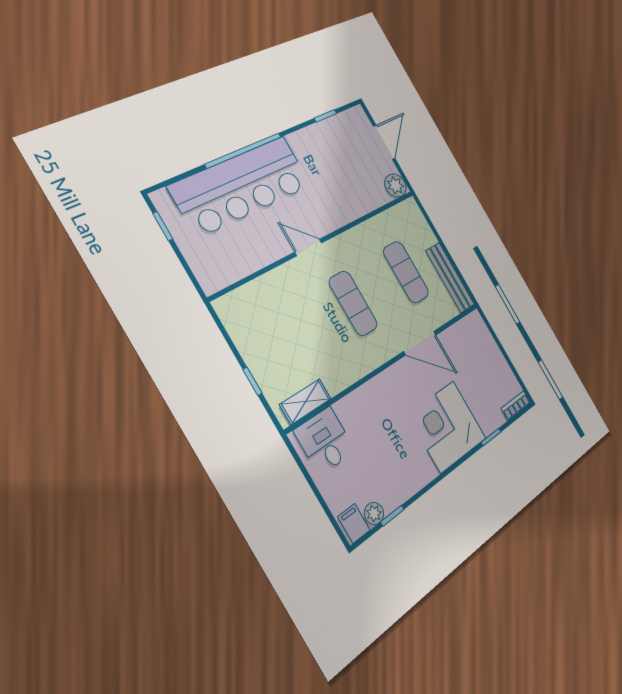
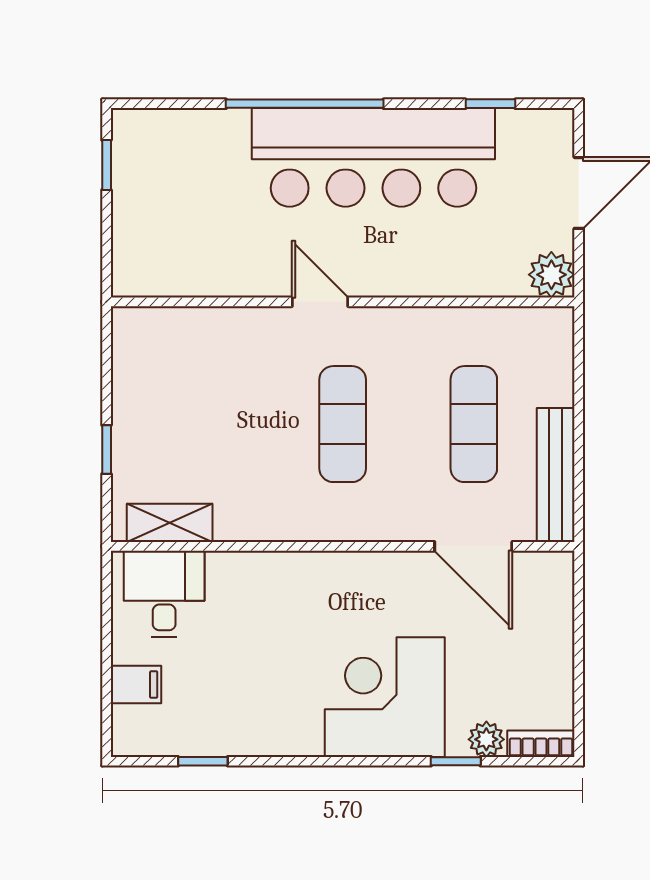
bar counter: (242, 186) -> (373, 157), moved
door: (420, 343) -> (473, 546), moved
plant: (374, 513) -> (486, 739), moved
filing cabinet: (354, 523) -> (136, 685), moved, turned 90

